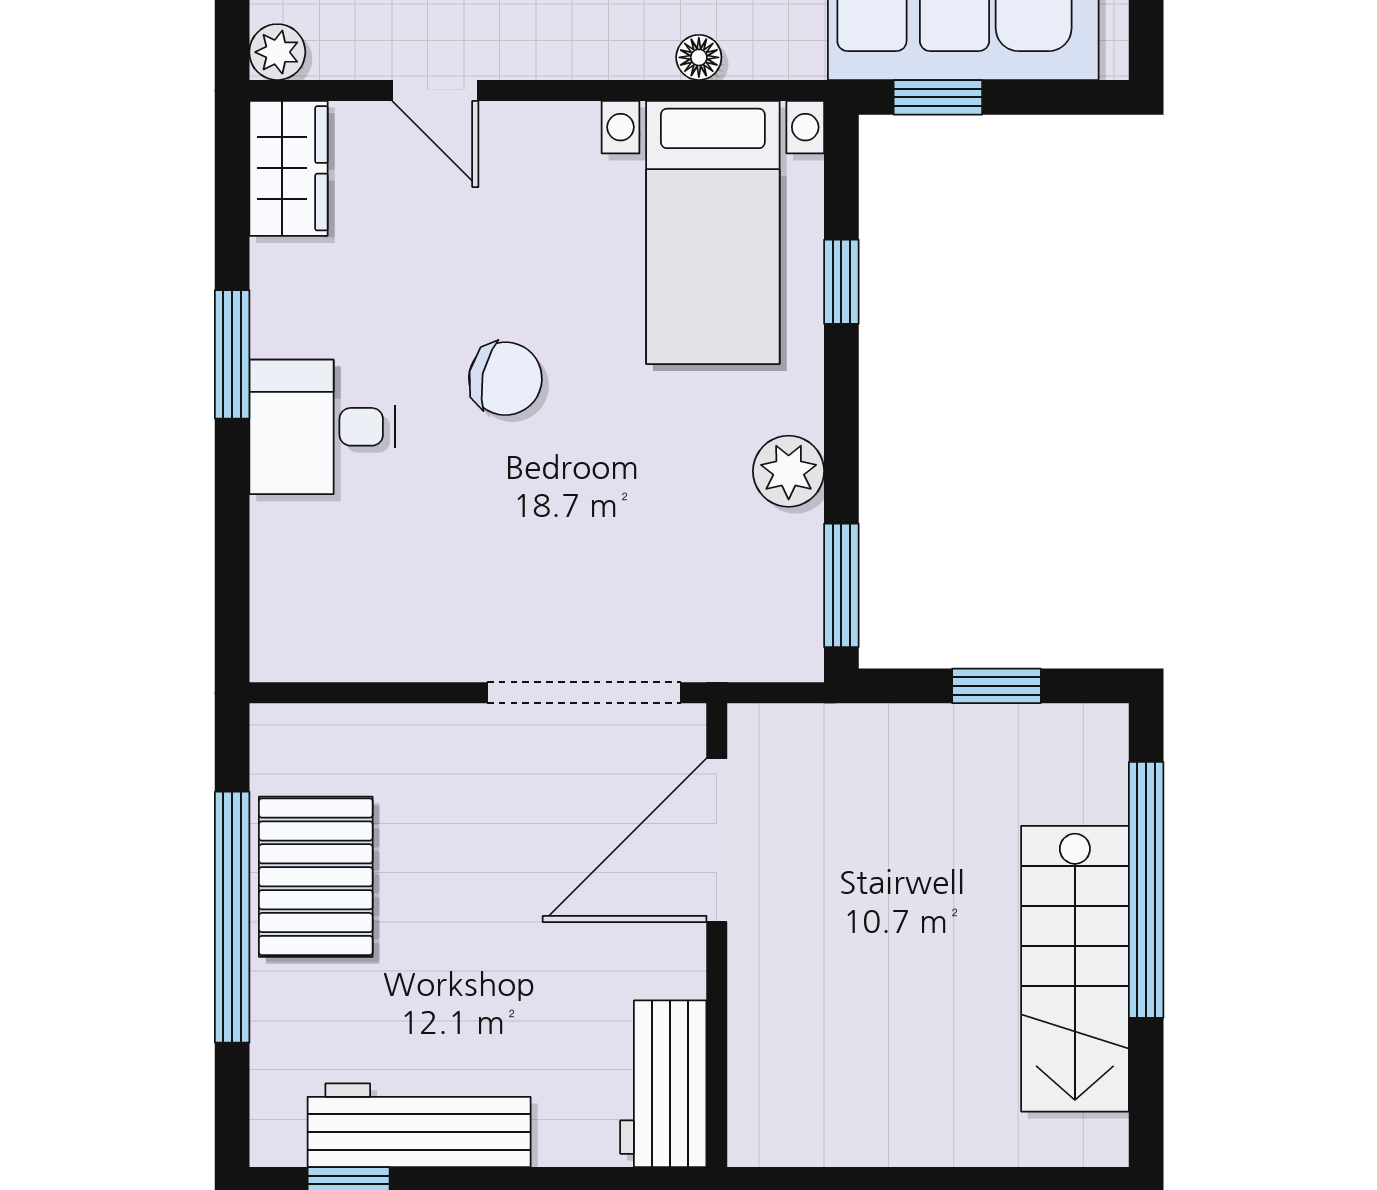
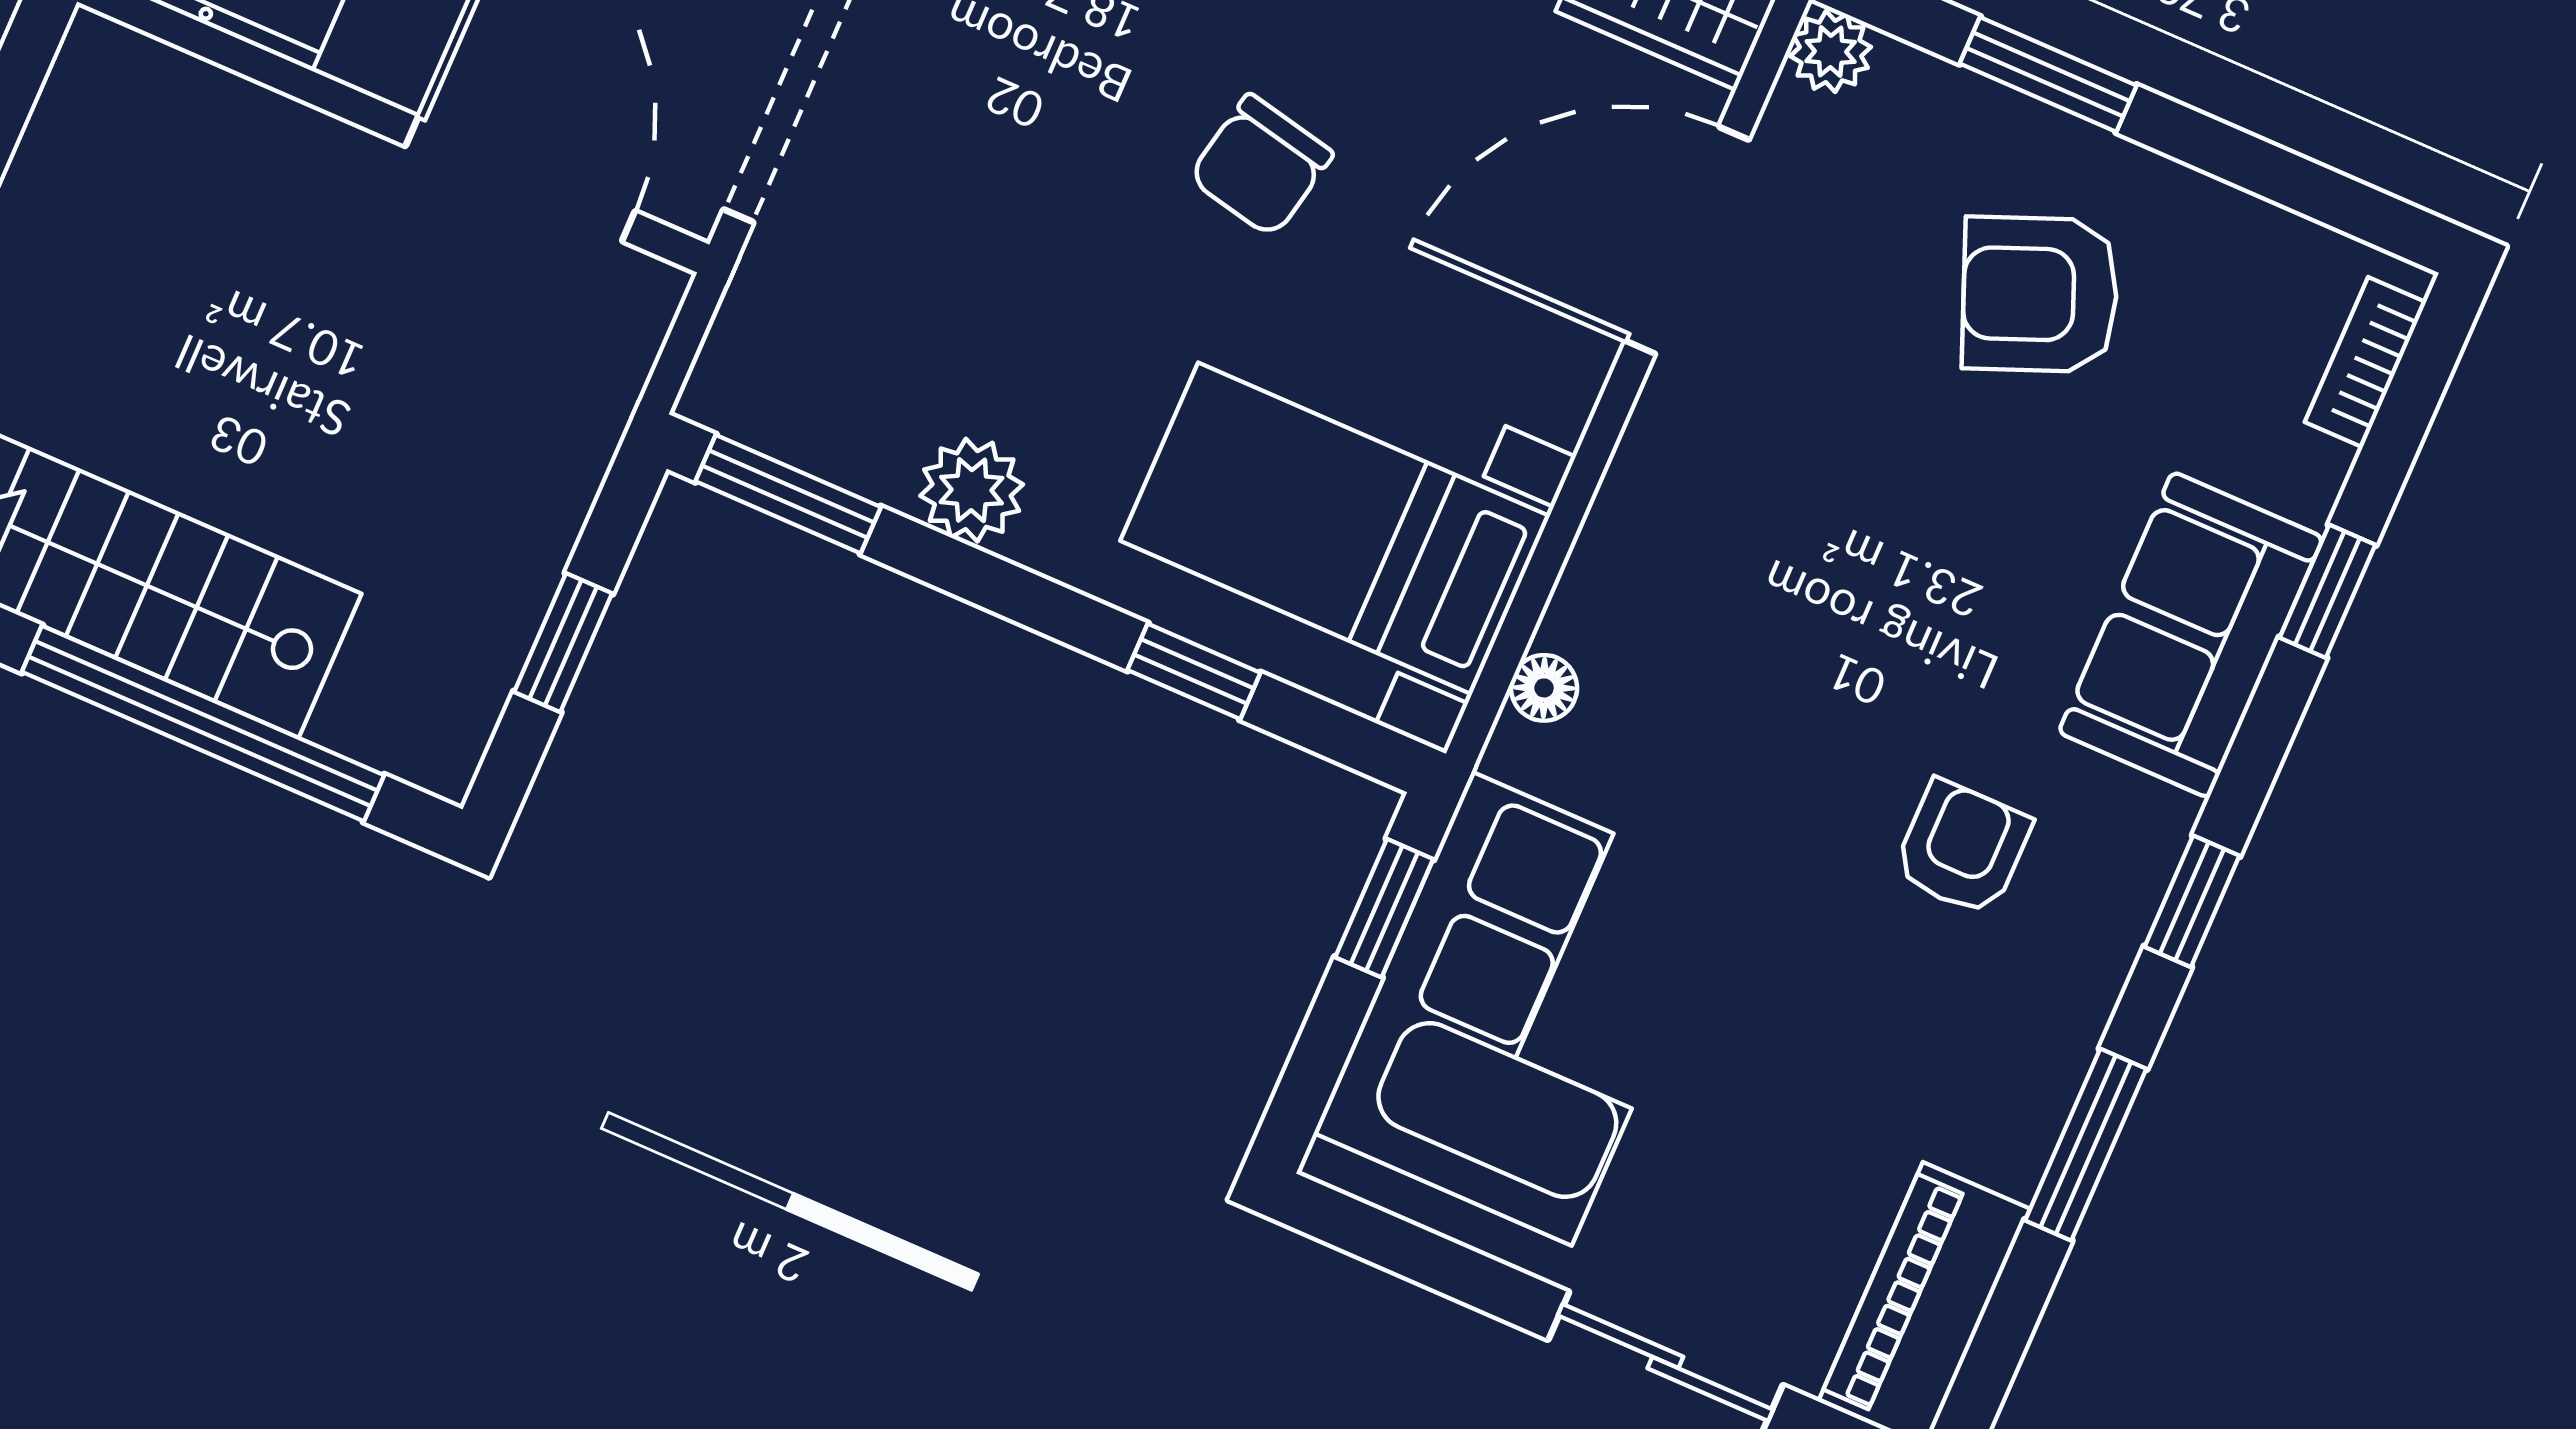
floor lamp: (699, 57) -> (1544, 688), moved
door: (435, 90) -> (1687, 240), width x1.88

